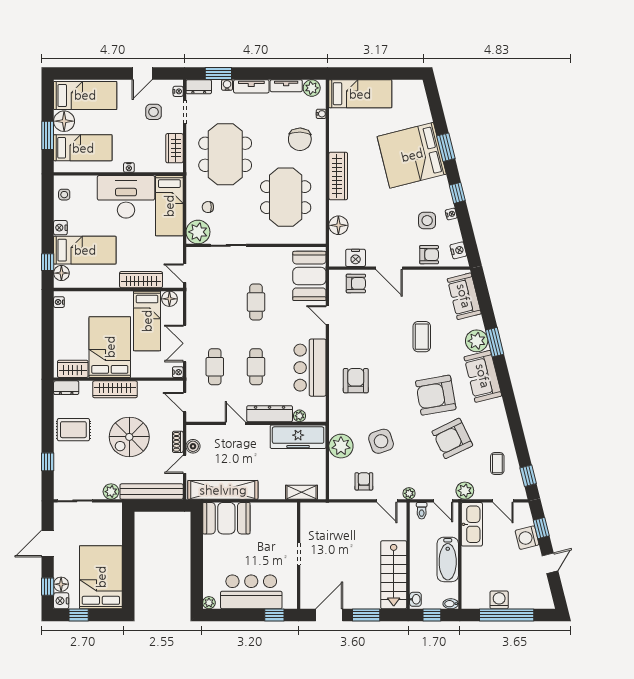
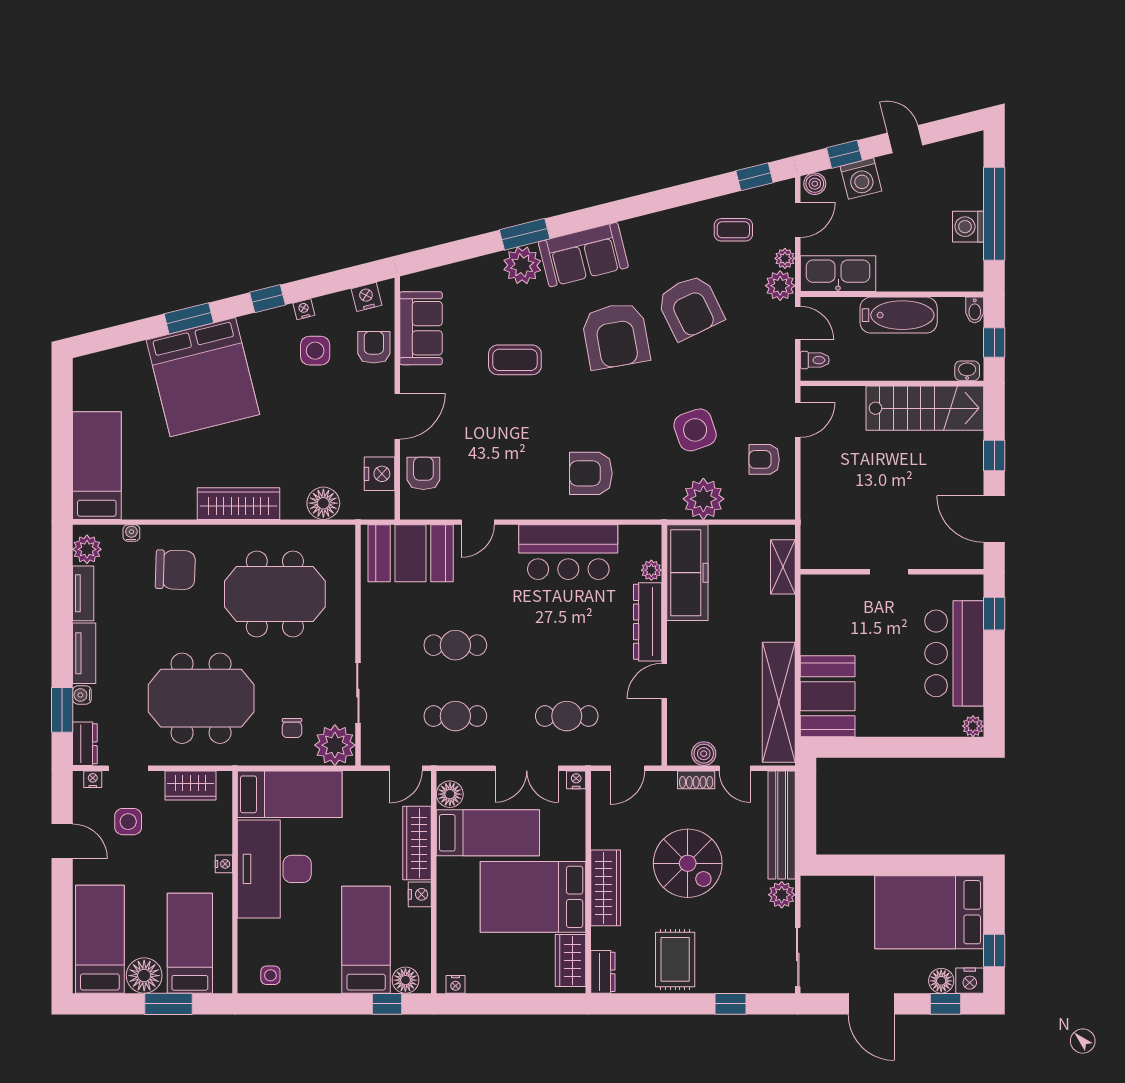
nightstand: (60, 228) -> (420, 894), moved, turned -90
sofa: (464, 296) -> (421, 328), moved, turned -76
cafe table: (256, 367) -> (455, 716), moved
plant: (409, 493) -> (785, 258), moved
door: (443, 501) -> (798, 323), hinge flipped
boiler: (524, 511) -> (815, 184), added
window: (366, 615) -> (994, 455), width x0.67

